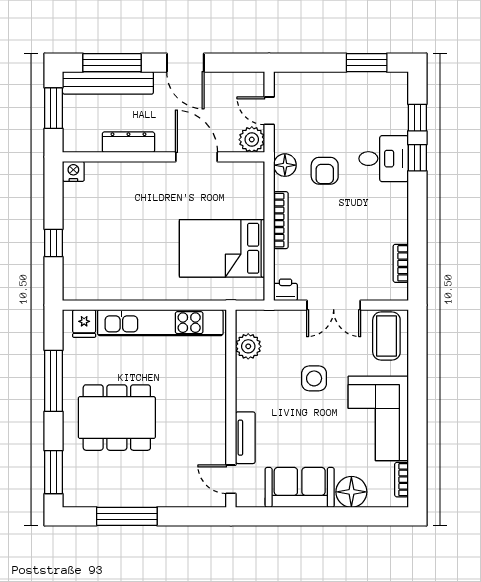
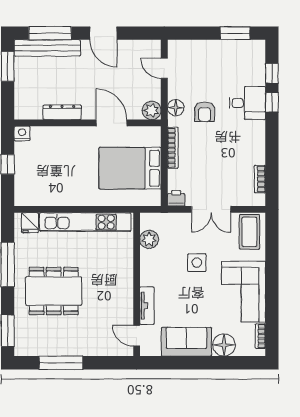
plant: (252, 140) -> (152, 110), moved
dresser: (128, 142) -> (62, 112), moved
wall: (164, 157) -> (88, 123), moved
door: (197, 157) -> (112, 123), moved
nightstand: (73, 171) -> (22, 133), moved

